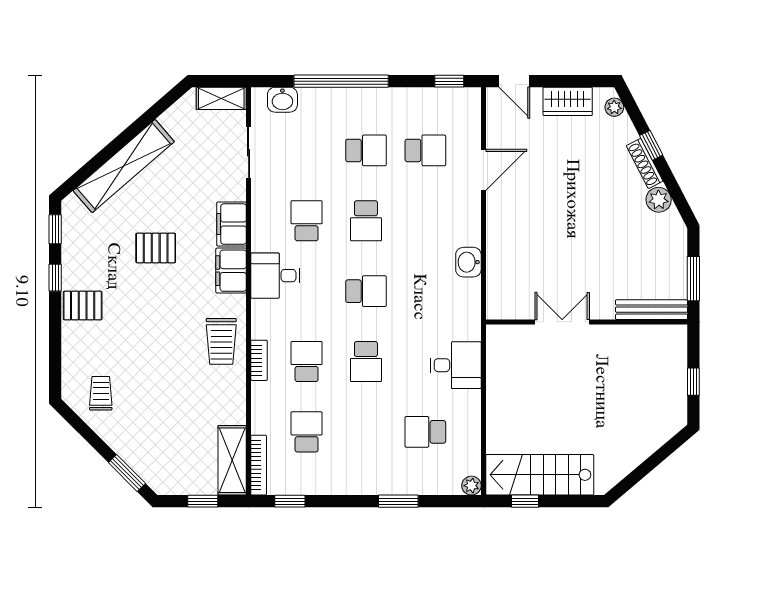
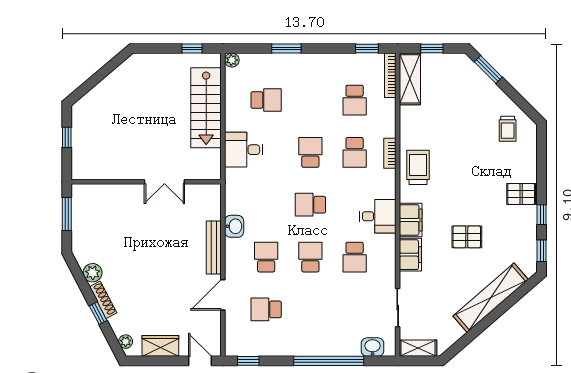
school desk: (366, 150) -> (266, 257), moved, turned 90
bench: (652, 310) -> (214, 247), moved, turned 90
stairs: (540, 475) -> (206, 108), moved, turned 90

